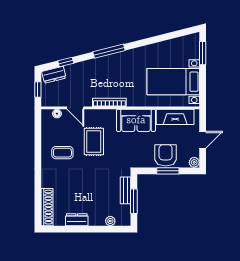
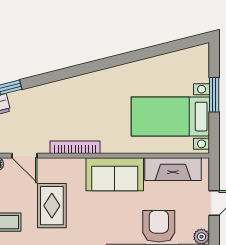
window: (109, 51) -> (75, 71), removed
window: (203, 53) -> (214, 95), moved

